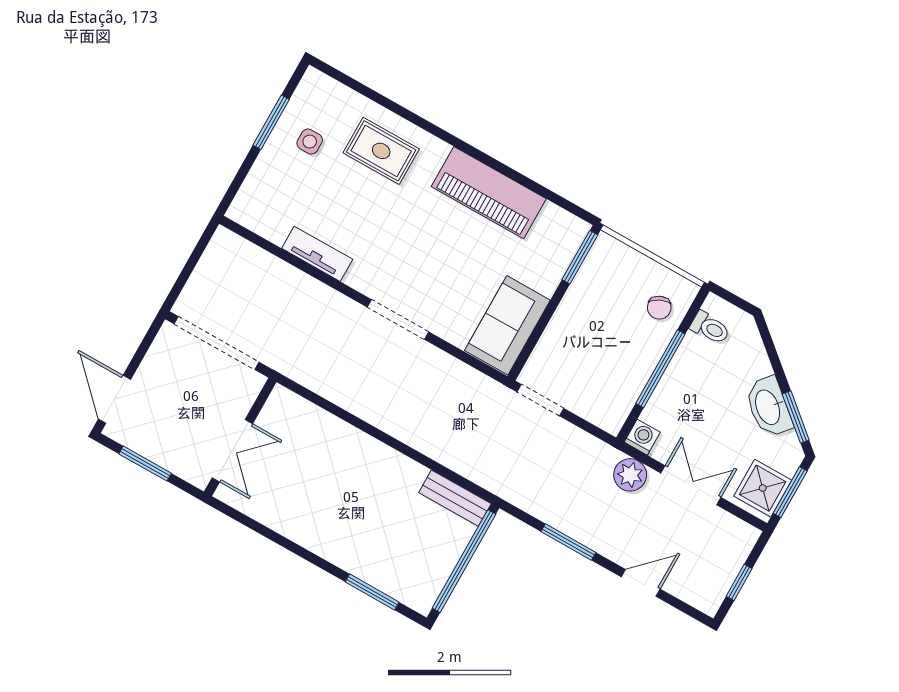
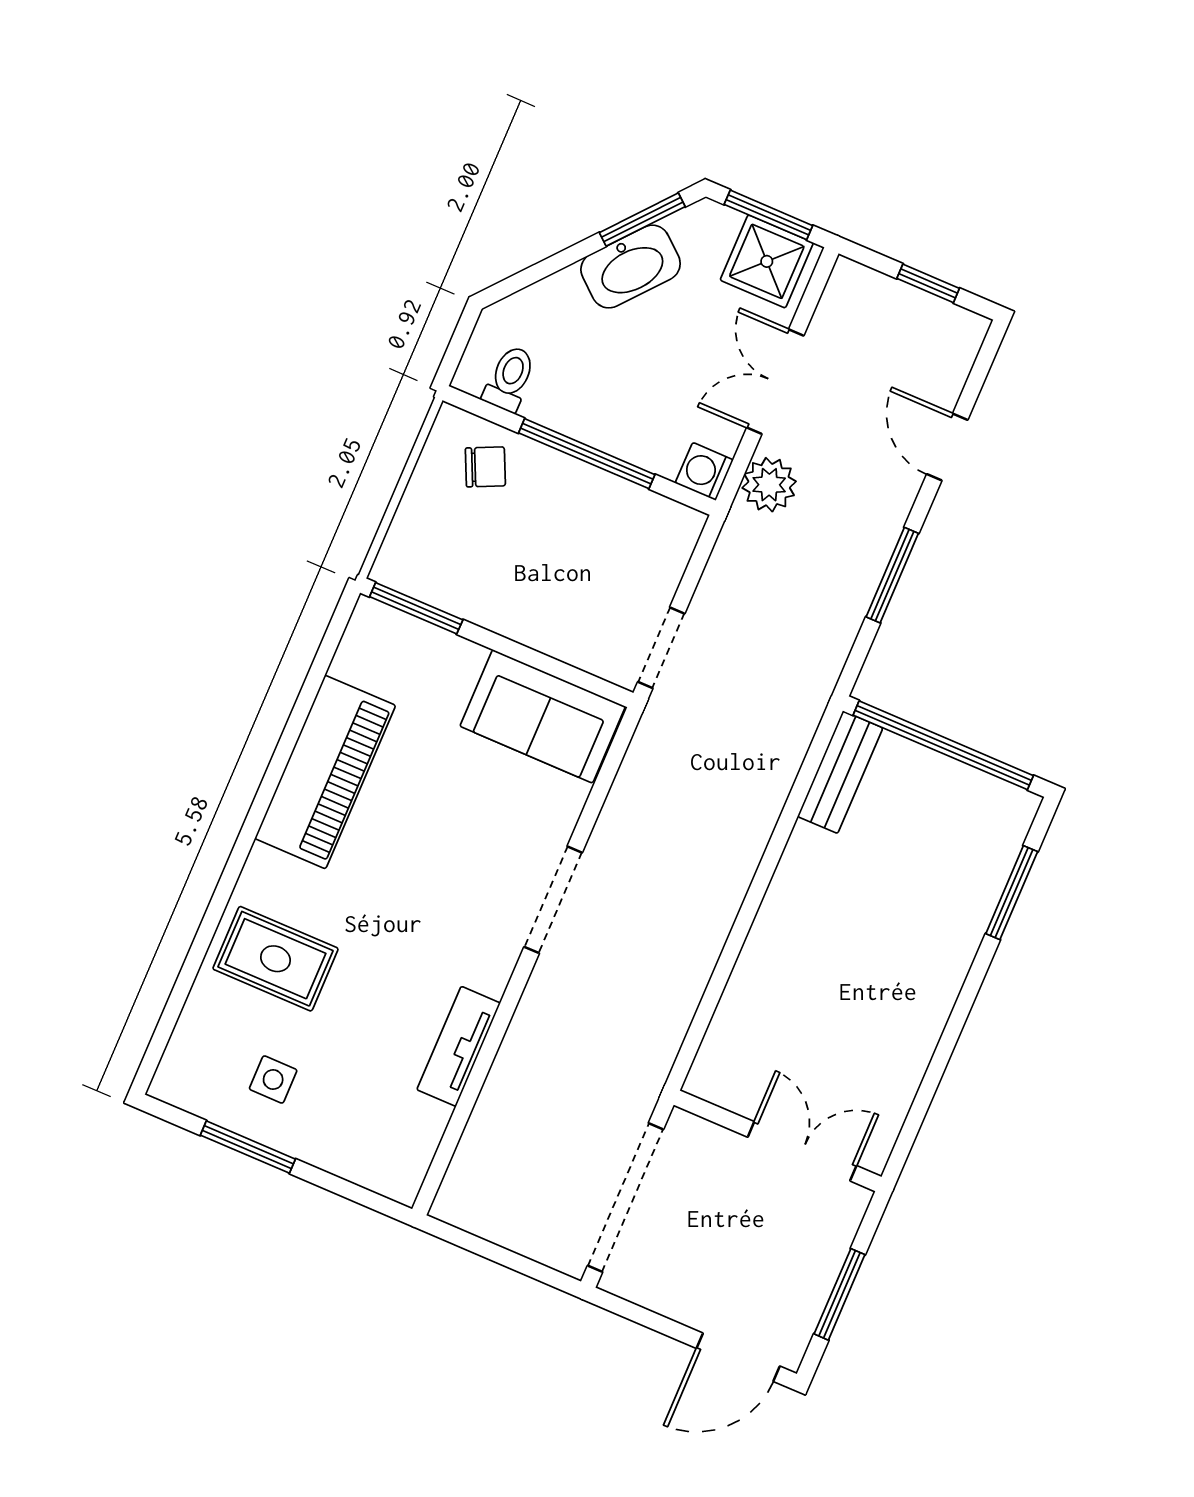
rug: (381, 151) -> (276, 959), turned 90

